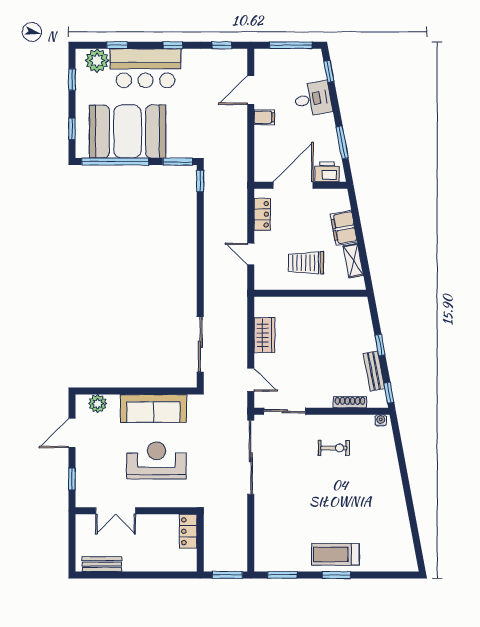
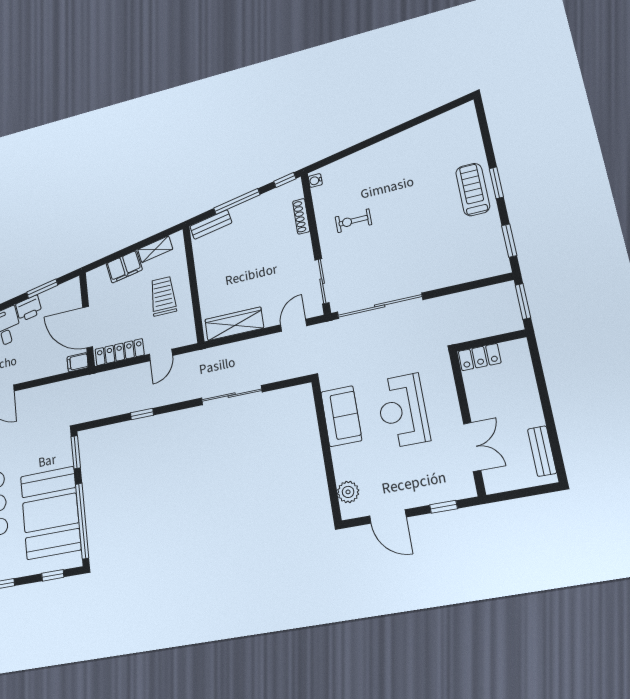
filing cabinet: (264, 117) -> (78, 362), moved, turned -90
printer: (327, 172) -> (29, 308), moved, turned -101
window: (200, 181) -> (142, 414), moved
locker: (262, 214) -> (120, 352), width x1.53
trolley: (306, 263) -> (163, 296), turned 180
wardrobe: (264, 335) -> (234, 324), width x1.50
sliding door: (200, 344) -> (232, 395), moved
window: (380, 345) -> (237, 201), width x2.17
bench: (374, 371) -> (211, 225), moved
sofa: (153, 408) -> (341, 416), width x0.73
exercise bike: (334, 448) -> (353, 221), turned -90
treadmill: (335, 554) -> (473, 190), turned 180

